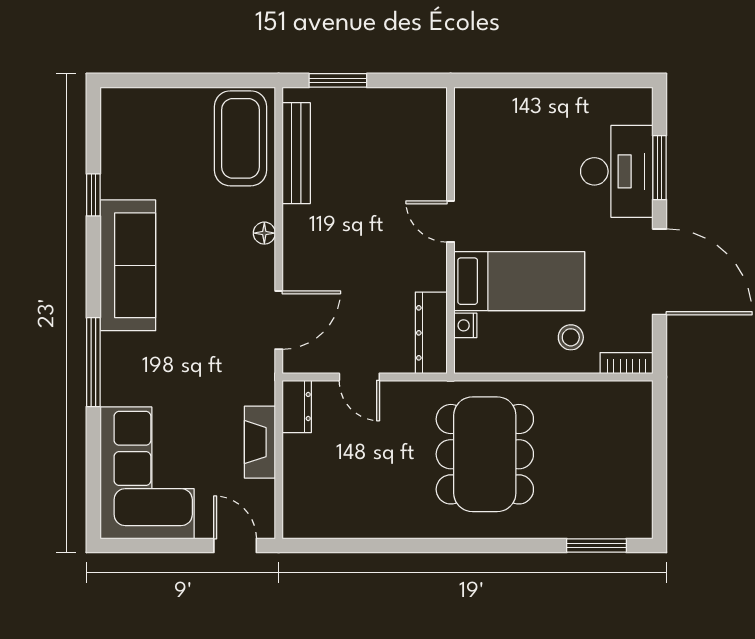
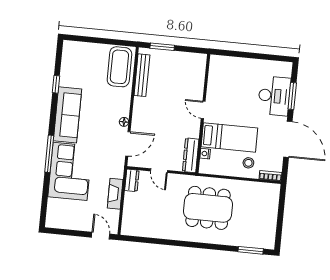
floor lamp: (264, 233) -> (124, 122), moved
dining table: (485, 454) -> (208, 208), turned 90
corner sofa: (147, 473) -> (70, 171), moved

